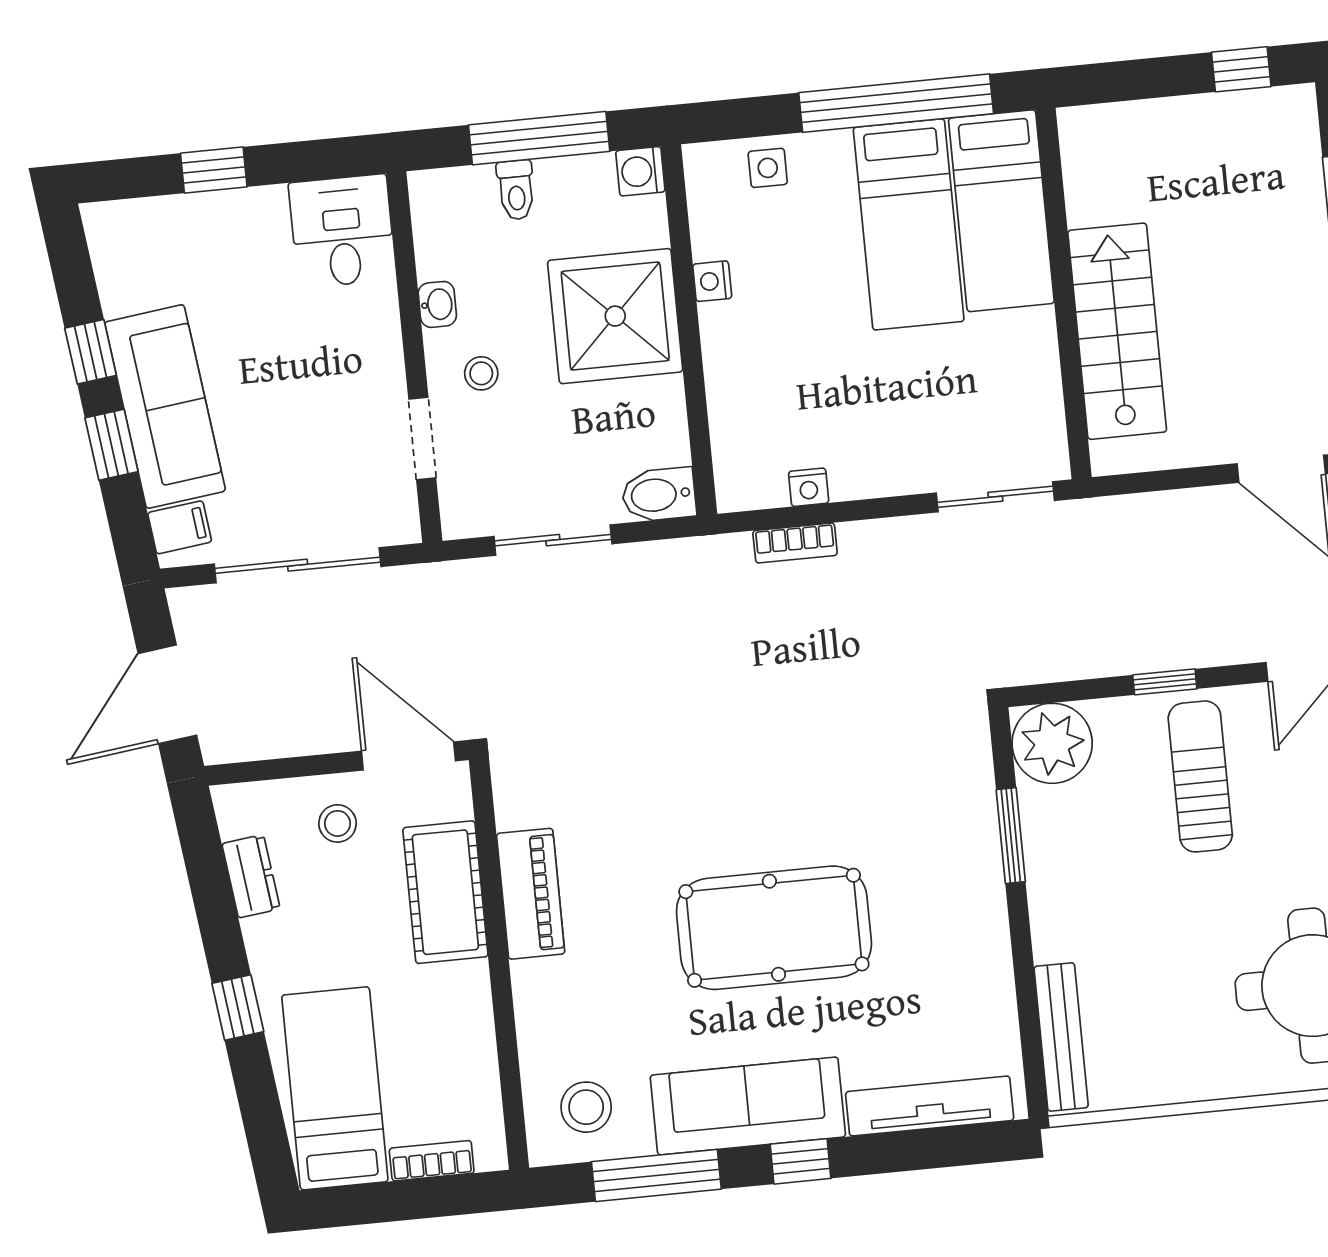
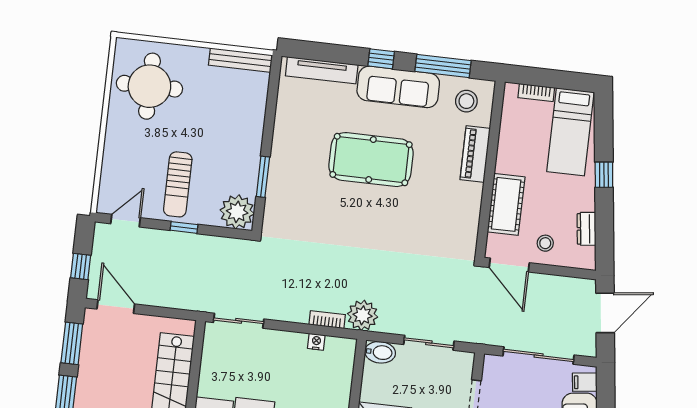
plant: (717, 570) -> (363, 315), added
piano: (531, 894) -> (475, 154), moved
bench: (1061, 1037) -> (240, 60), moved, turned 90

